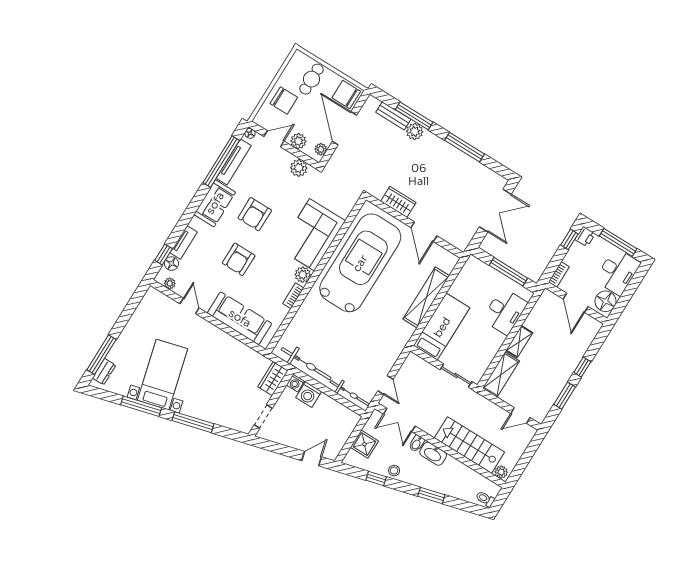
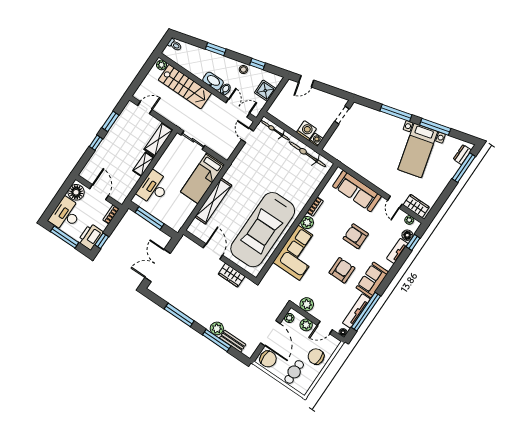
printer: (585, 237) -> (90, 237), width x1.87, depth x1.48
armchair: (239, 259) -> (356, 236), turned -90
wardrobe: (273, 379) -> (416, 206), moved, turned -90

